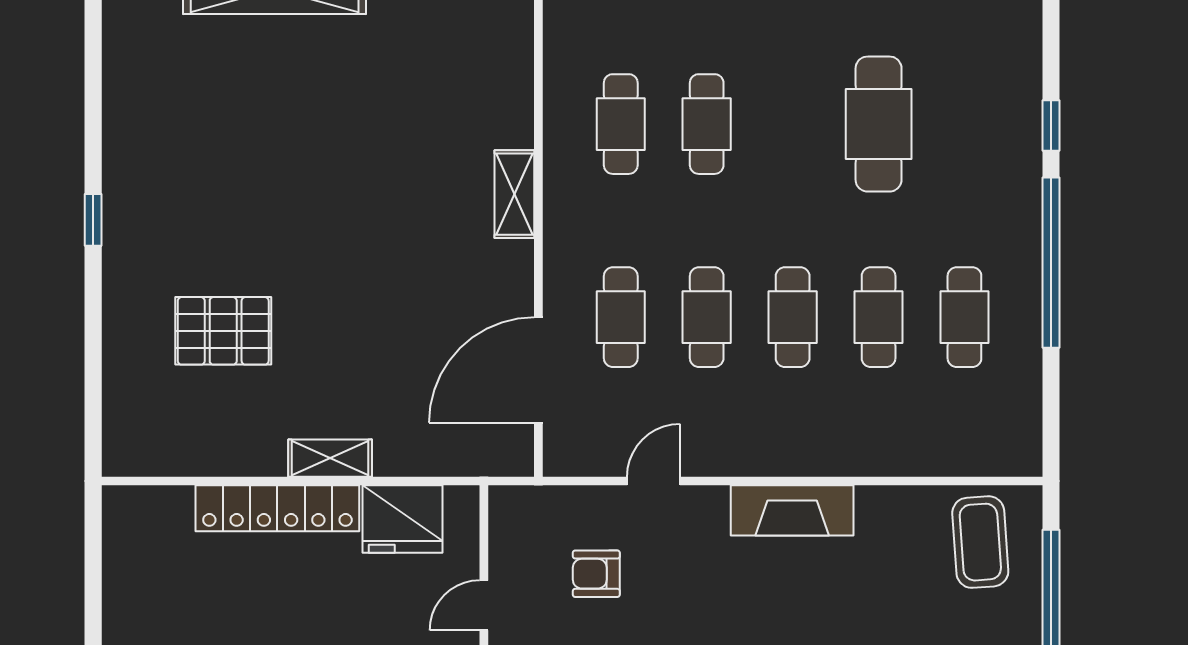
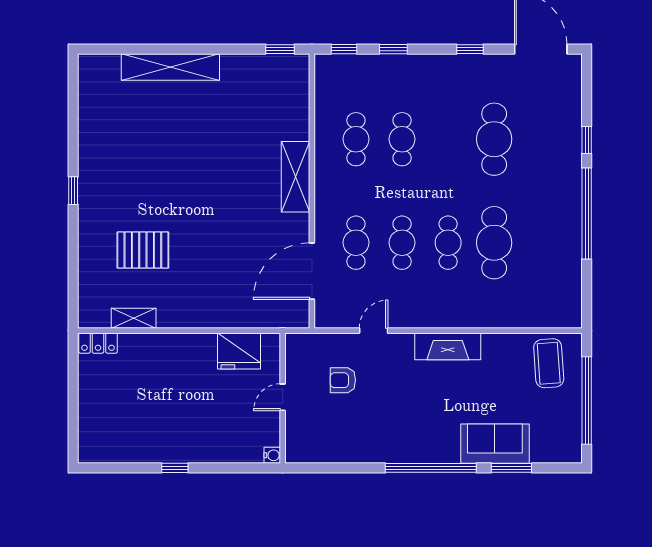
shelving: (514, 194) -> (295, 177), width x1.50, depth x1.33
cafe table: (879, 317) -> (494, 243), width x1.37, depth x1.35
cafe table: (964, 317) -> (540, 243), removed
shelving: (330, 458) -> (134, 318), moved
locker: (277, 508) -> (98, 343), moved, width x0.46, depth x0.83

